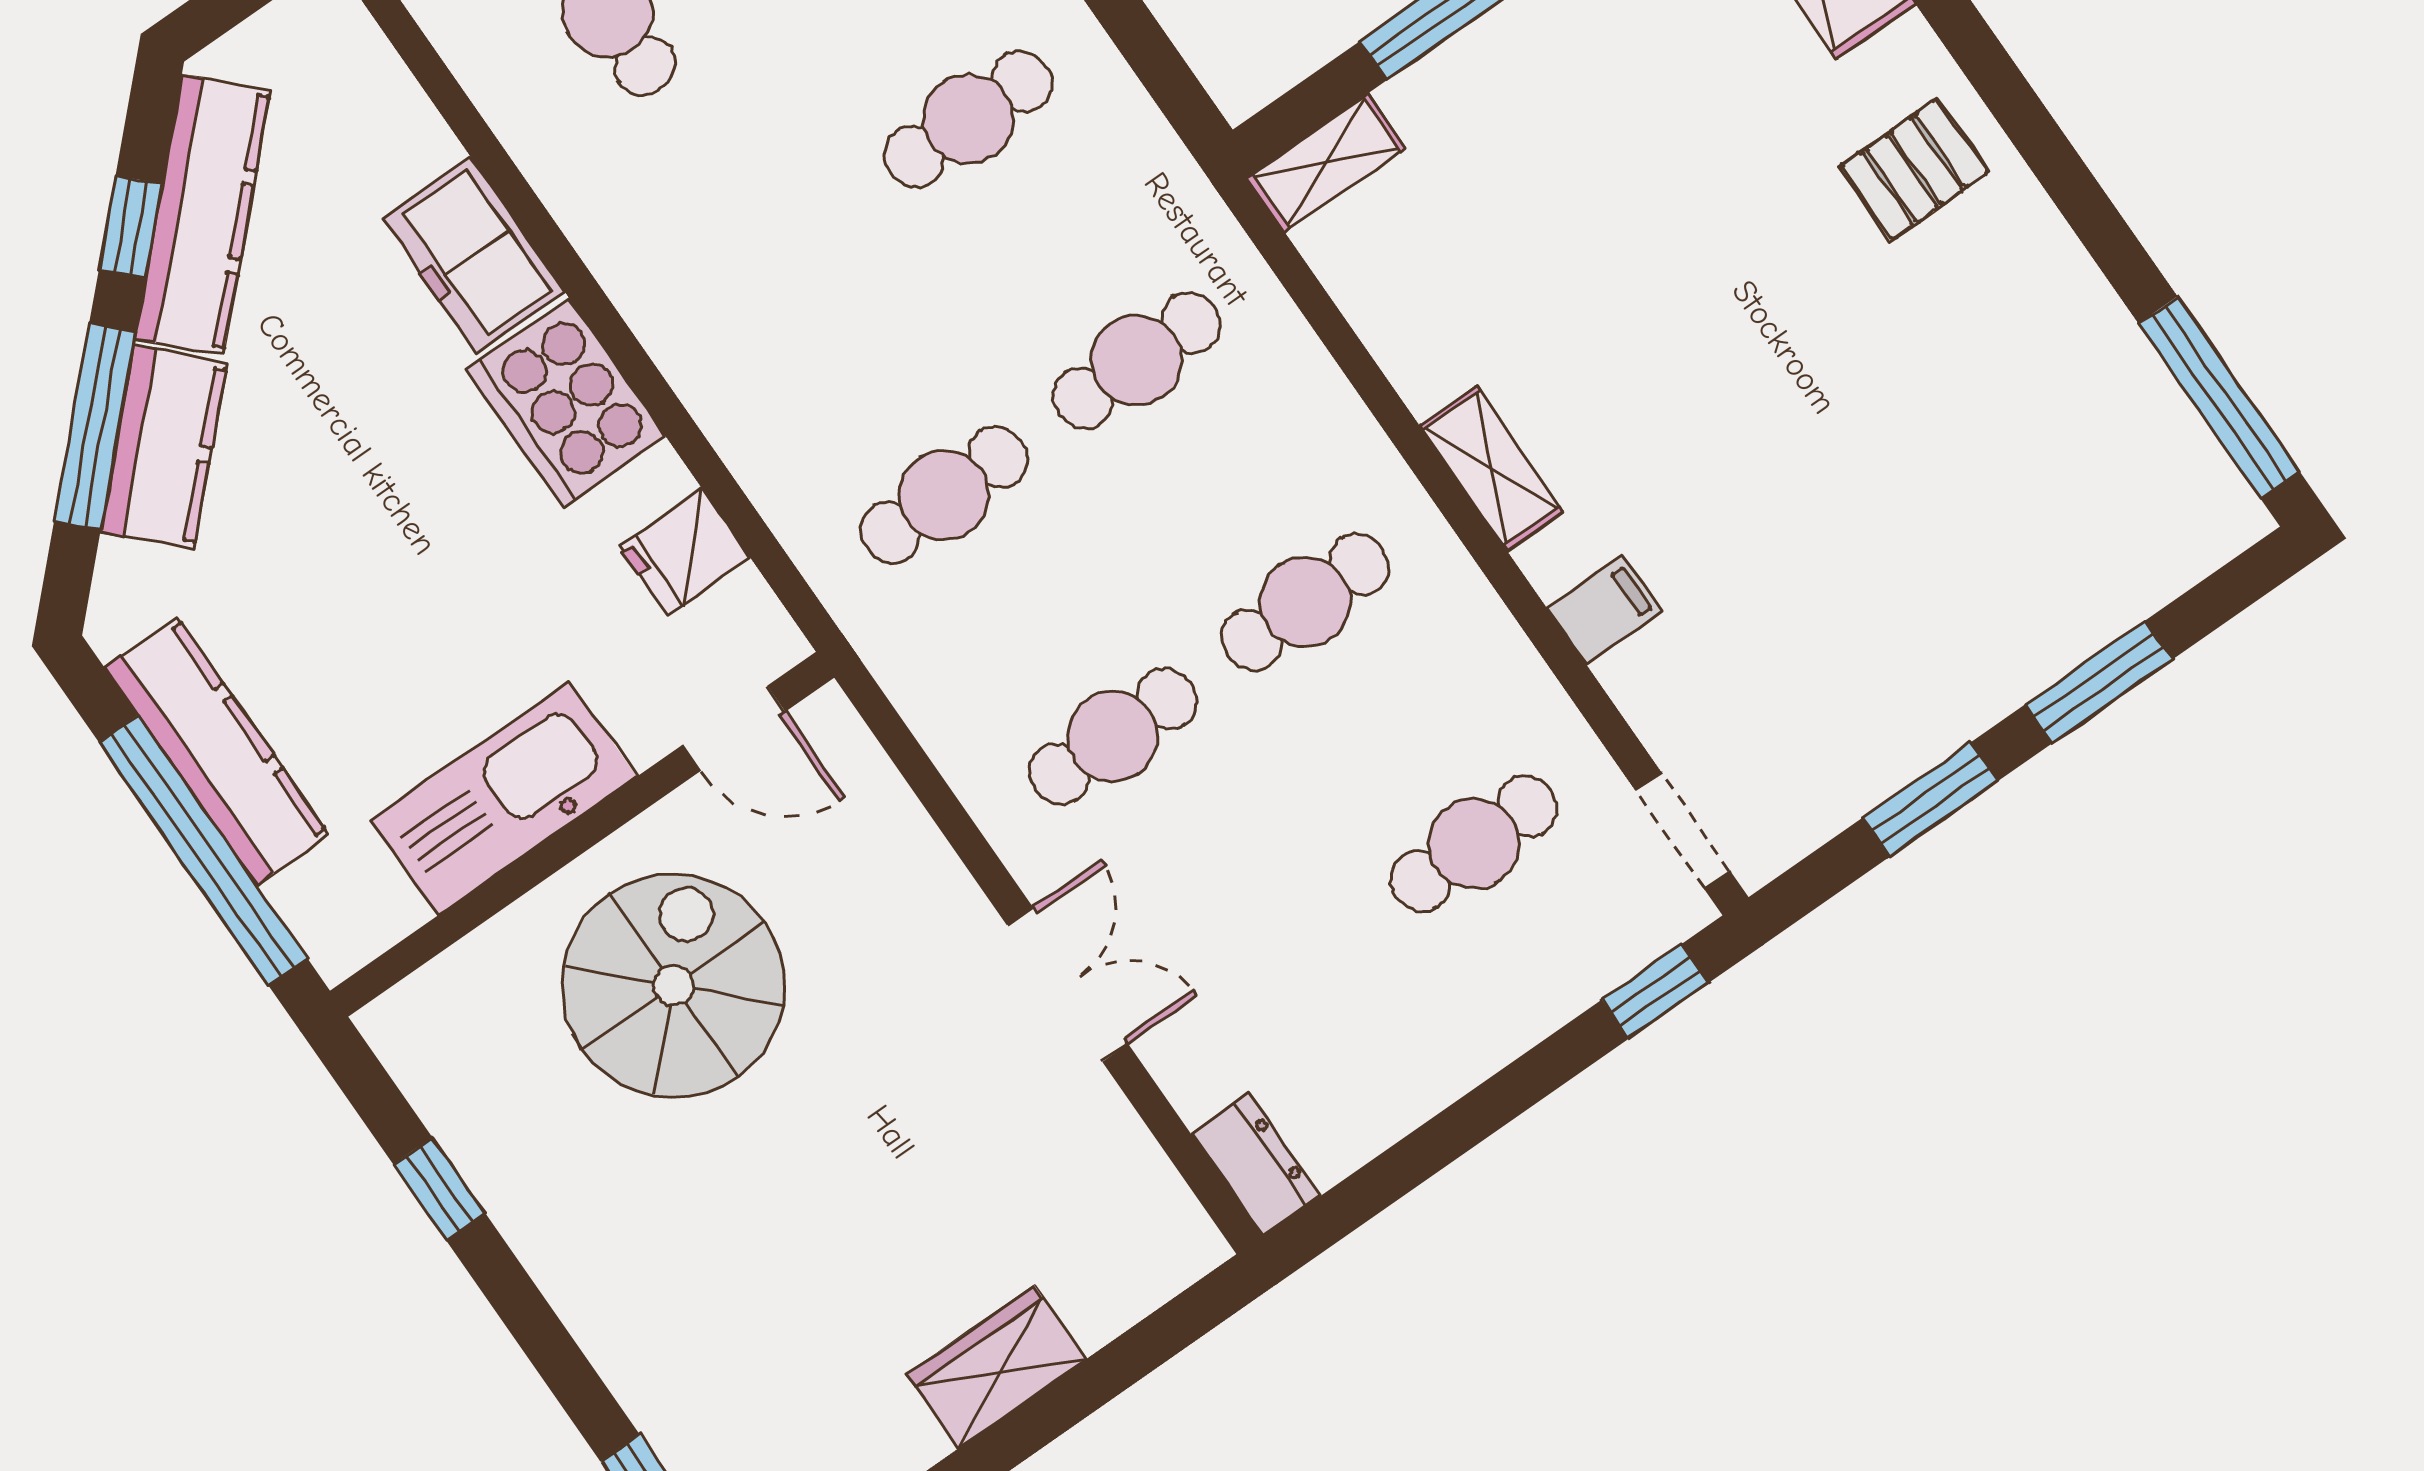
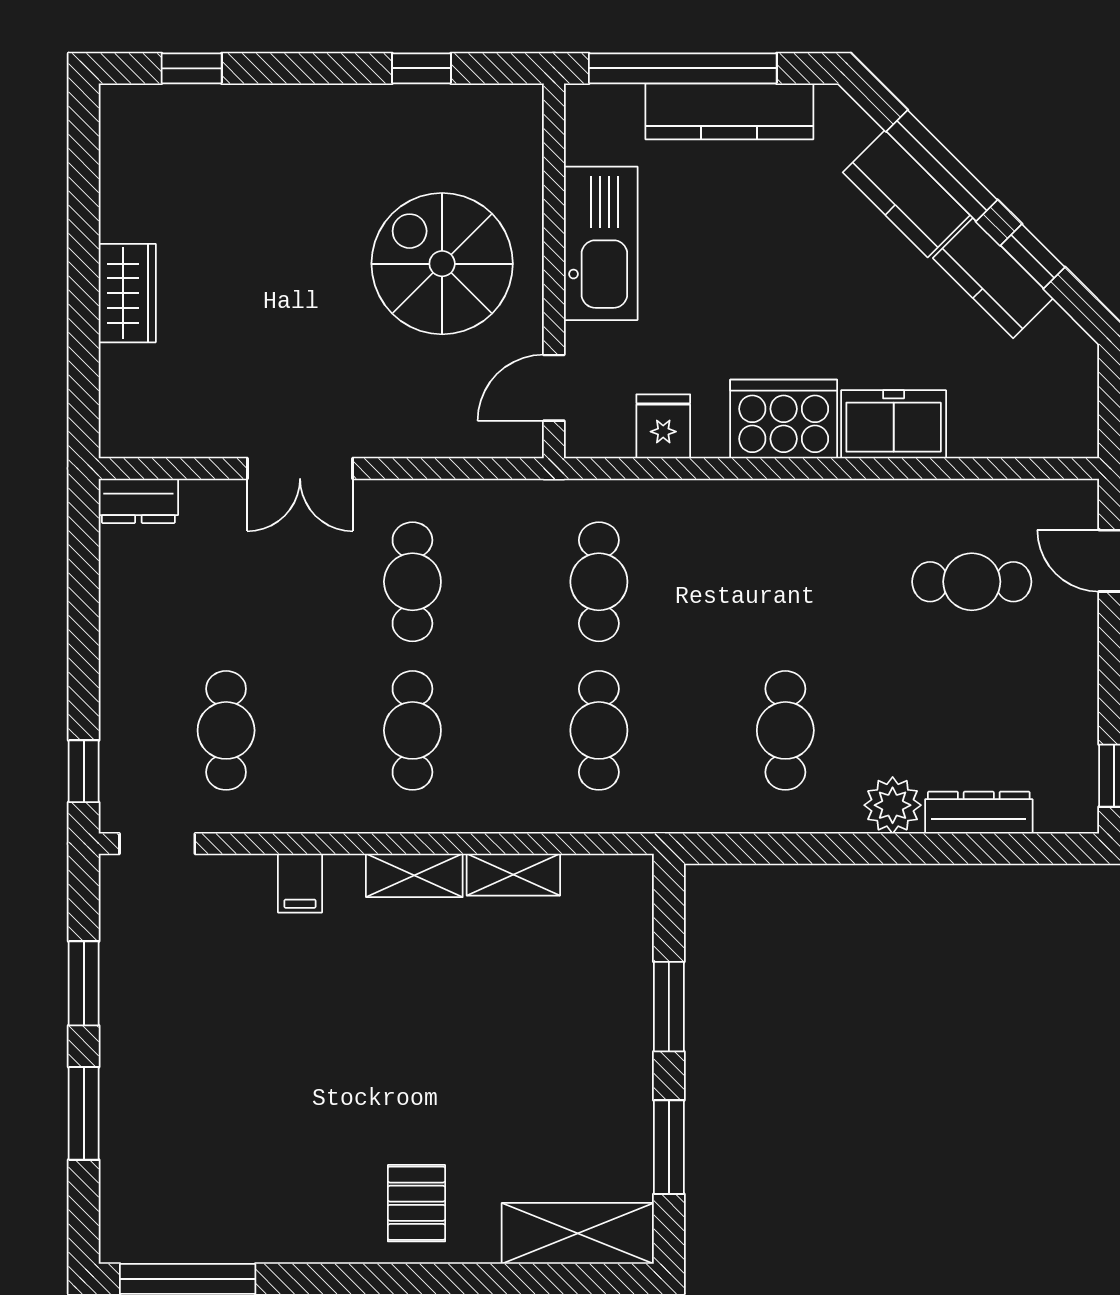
shelving: (1326, 163) -> (513, 875), moved, turned 90
kitchen counter: (202, 215) -> (993, 278), width x0.67
spiral stairs: (674, 986) -> (442, 264), turned 180

